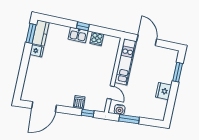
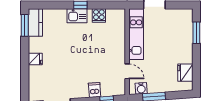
fridge: (37, 51) -> (35, 59), moved
fridge: (164, 91) -> (185, 73), moved

